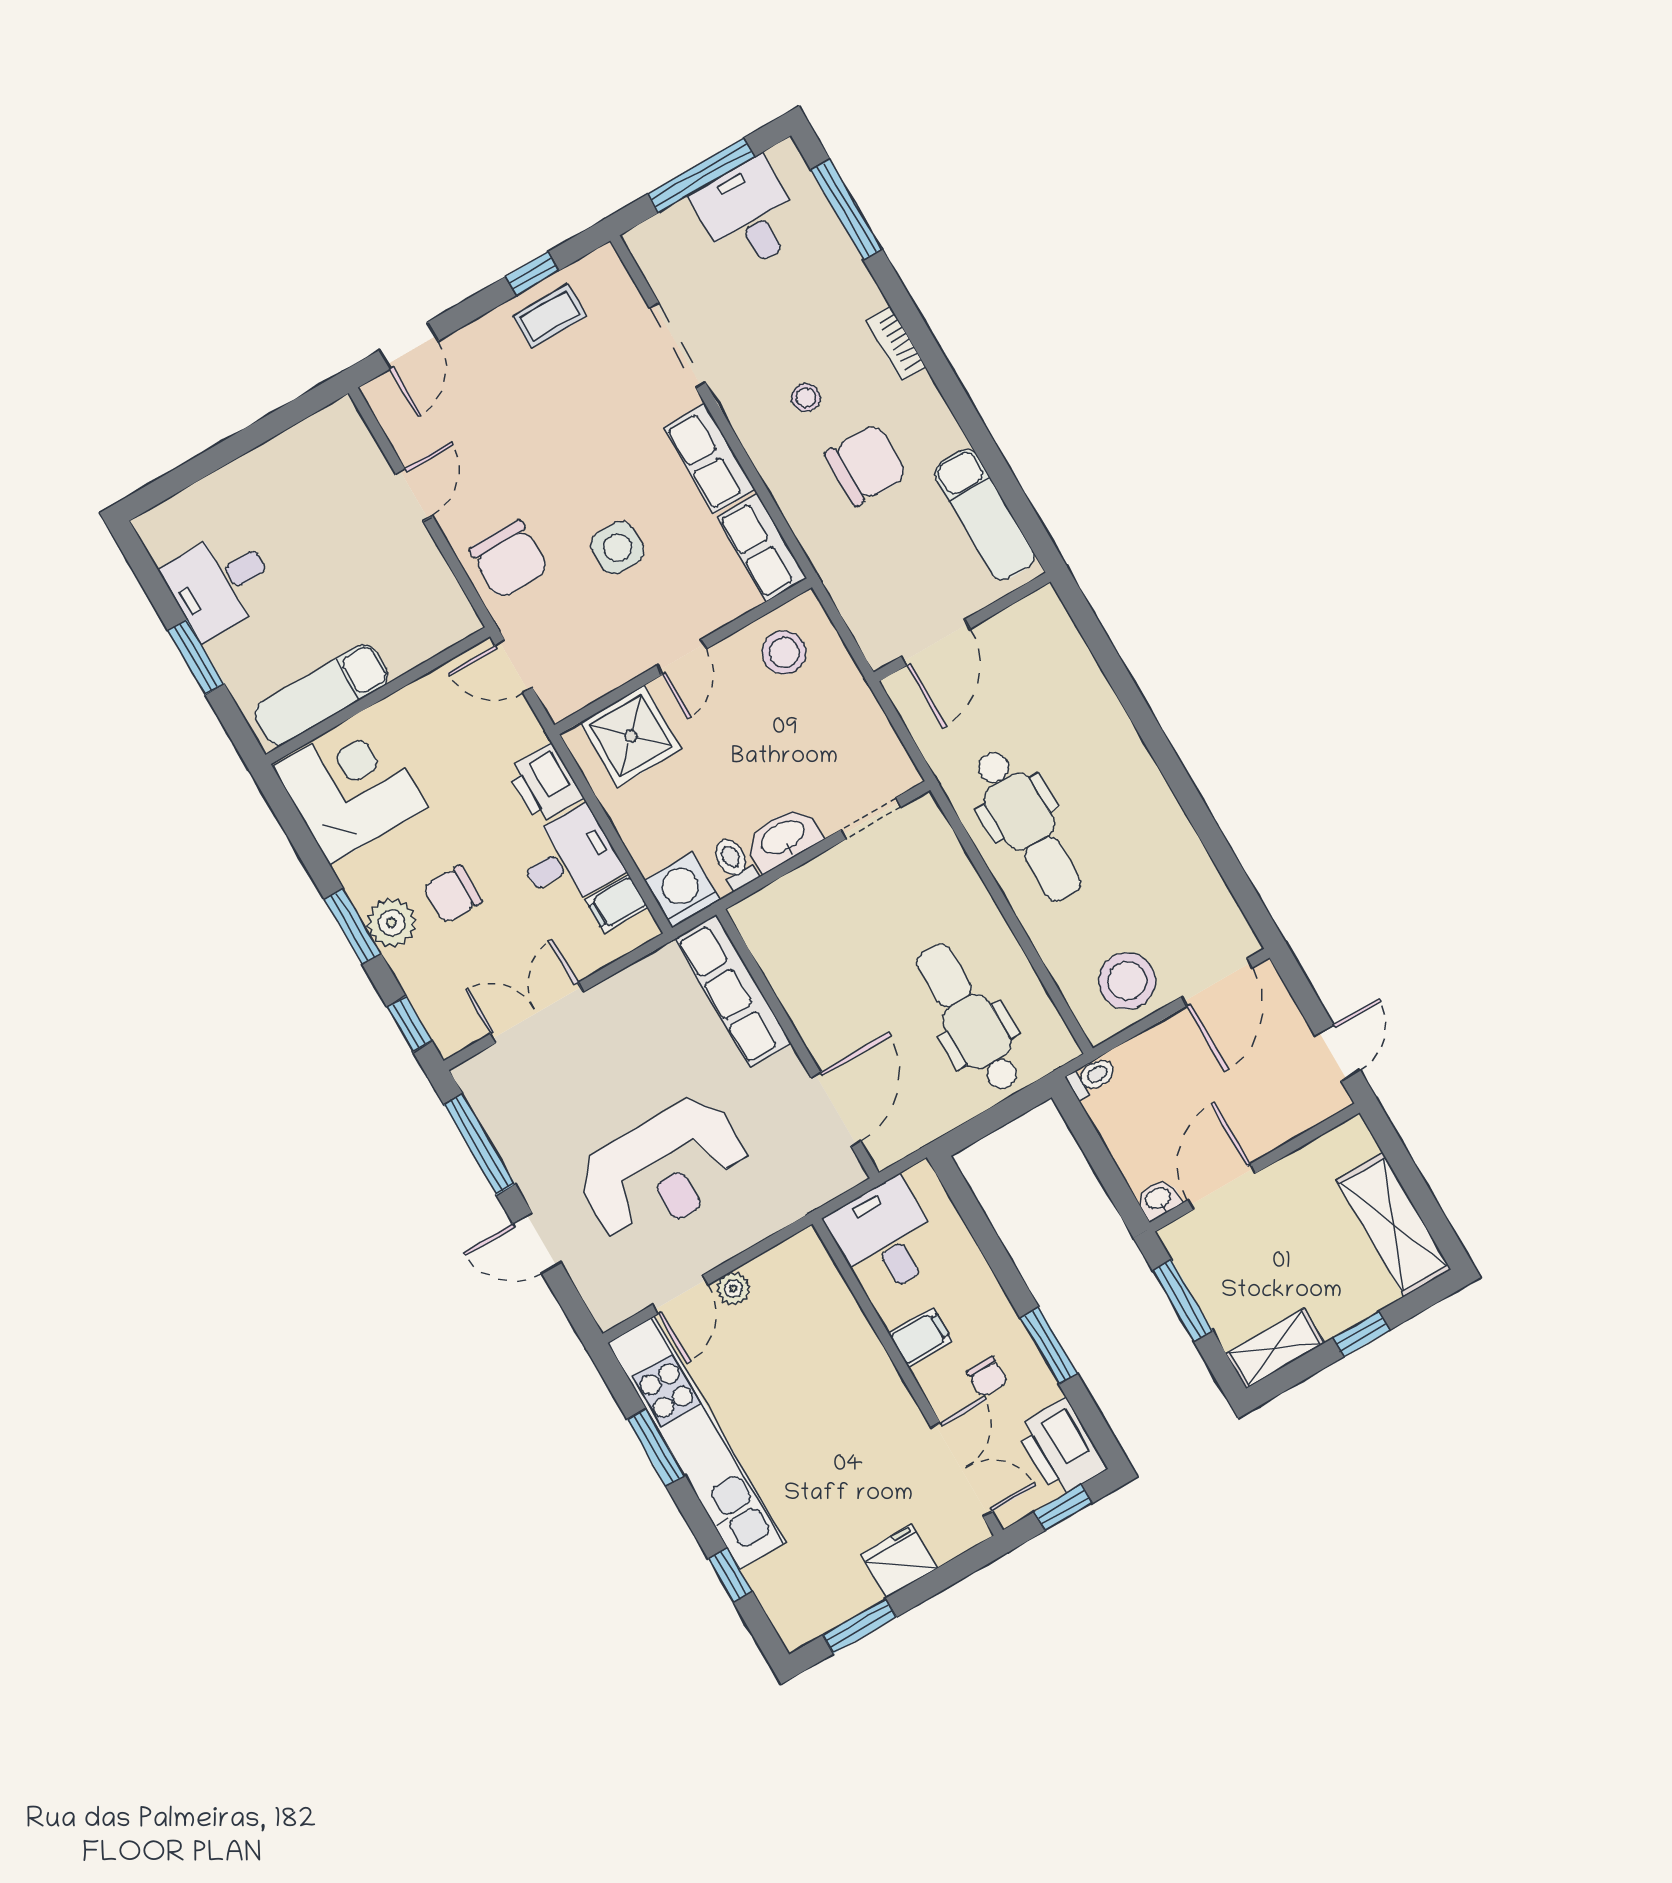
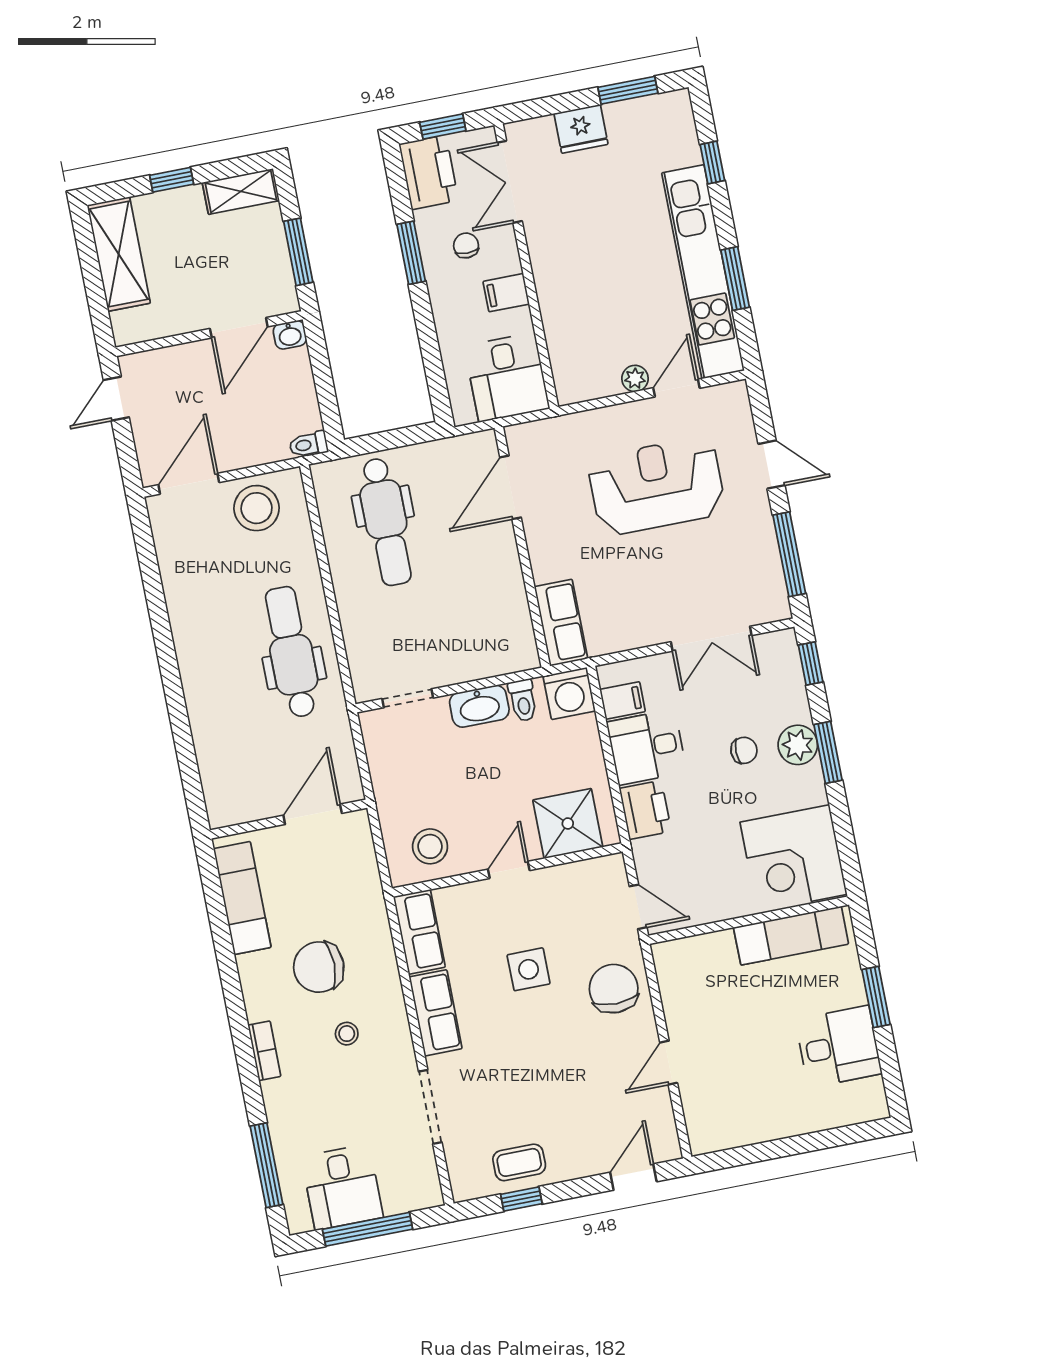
chair: (453, 894) -> (744, 750), width x0.73, depth x0.73
row of seats: (733, 991) -> (561, 623), width x0.68

